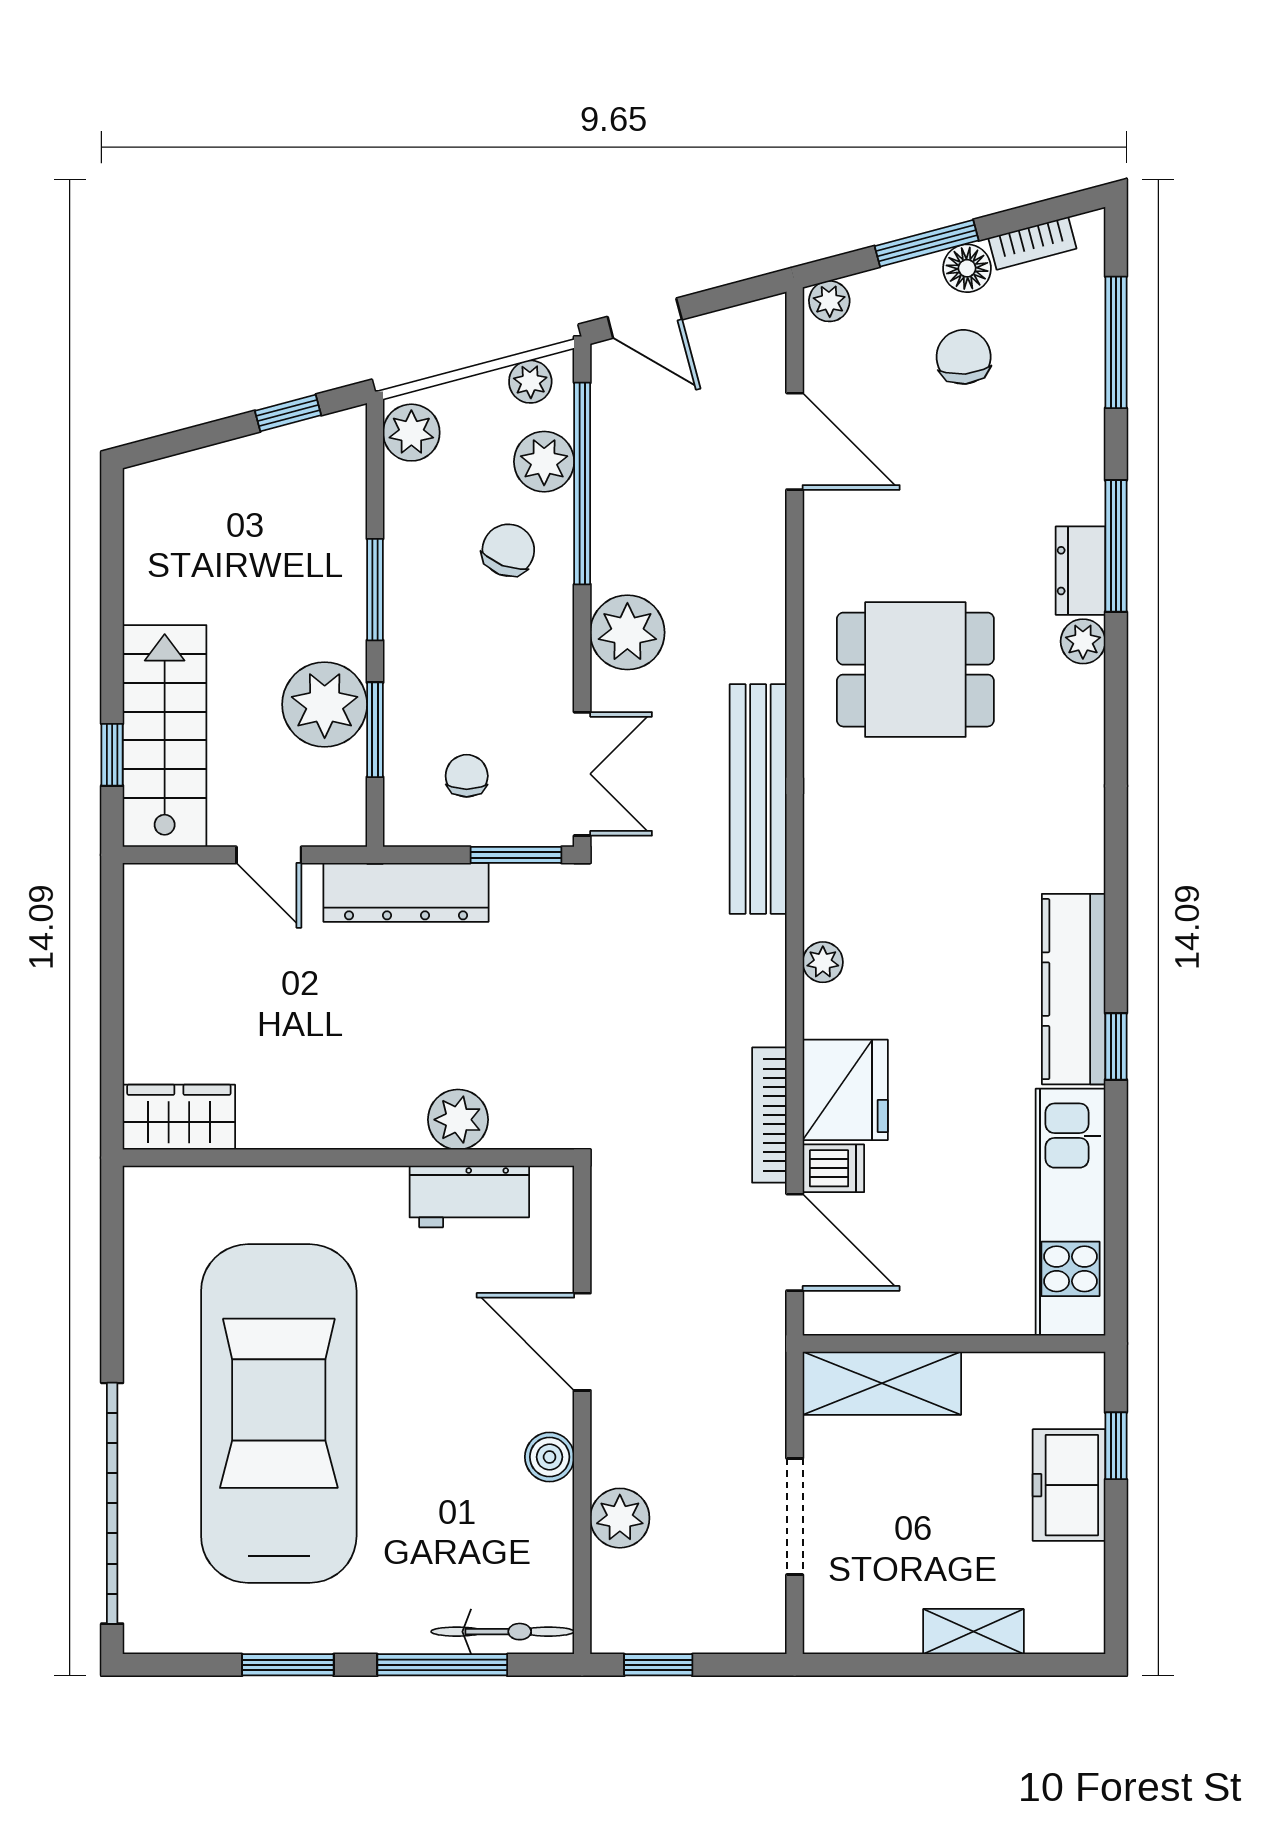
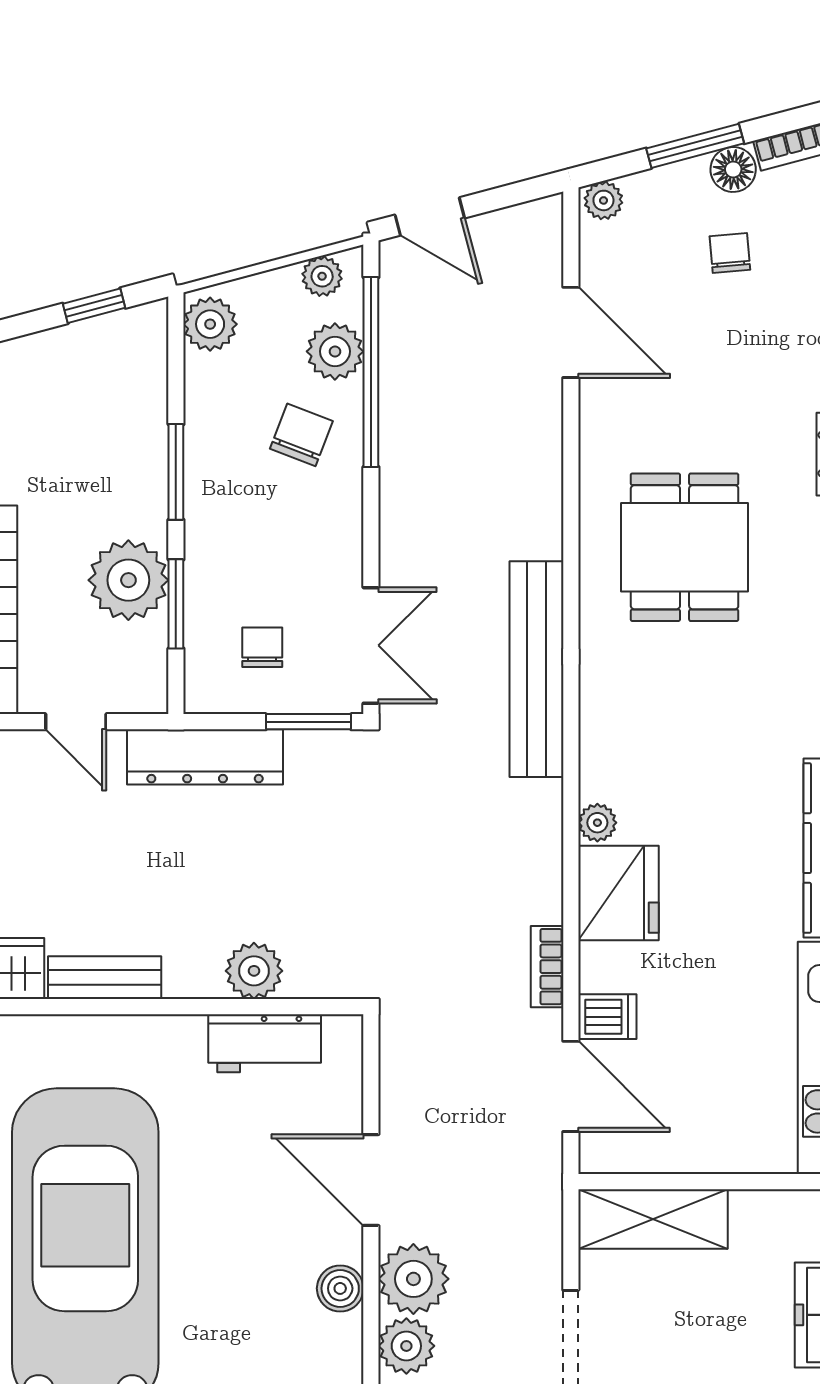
chair: (964, 357) -> (730, 253), width x0.73, depth x0.73
plant: (627, 632) -> (413, 1279), moved
dining table: (915, 670) -> (685, 547), turned 90
fridge: (845, 1090) -> (618, 893), moved
bookcase: (769, 1115) -> (547, 967), width x0.64
bench: (299, 1127) -> (105, 978), added

